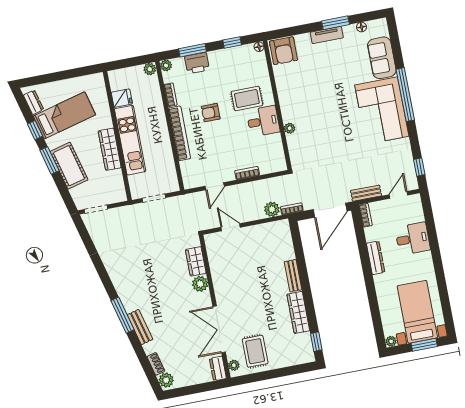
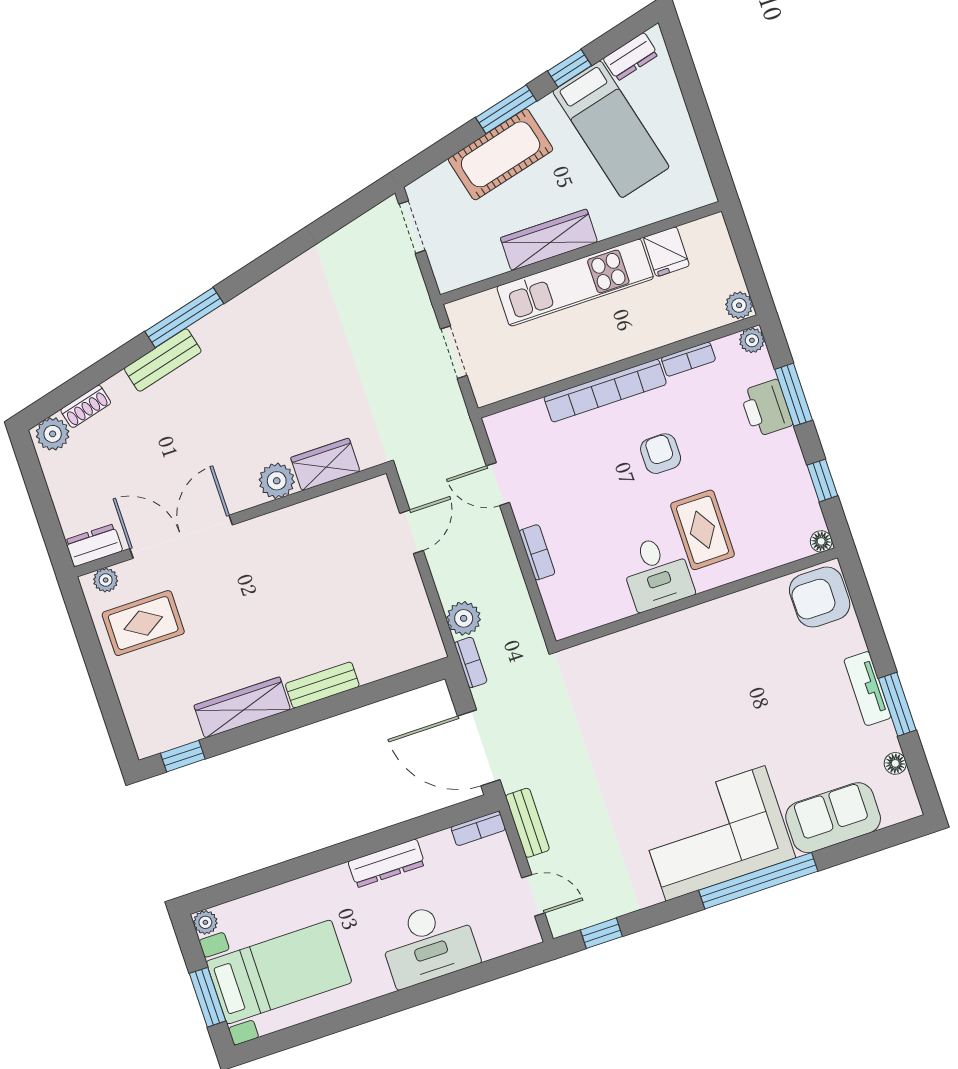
plant: (290, 128) -> (649, 634), removed
desk: (413, 239) -> (429, 944), width x1.37

